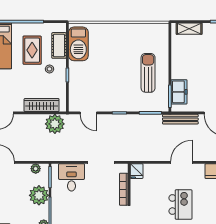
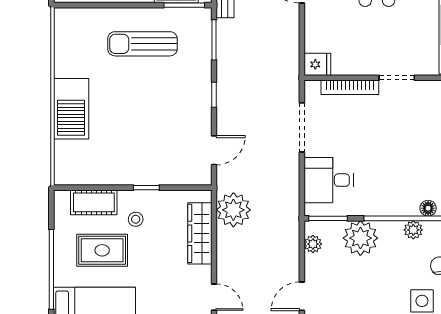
barbecue: (78, 44) -> (71, 109), moved, turned 90

